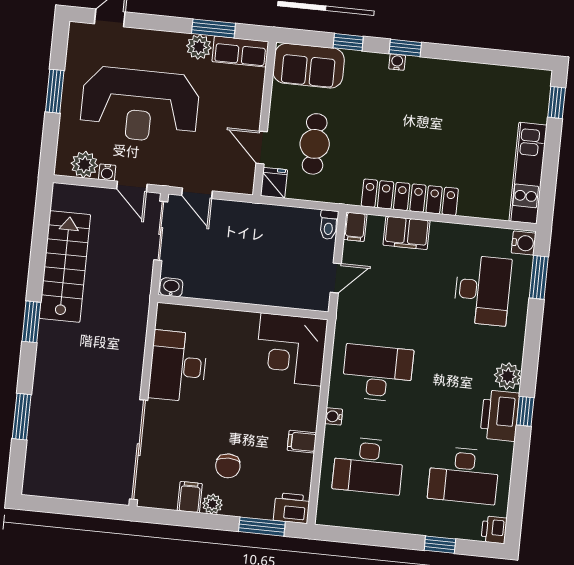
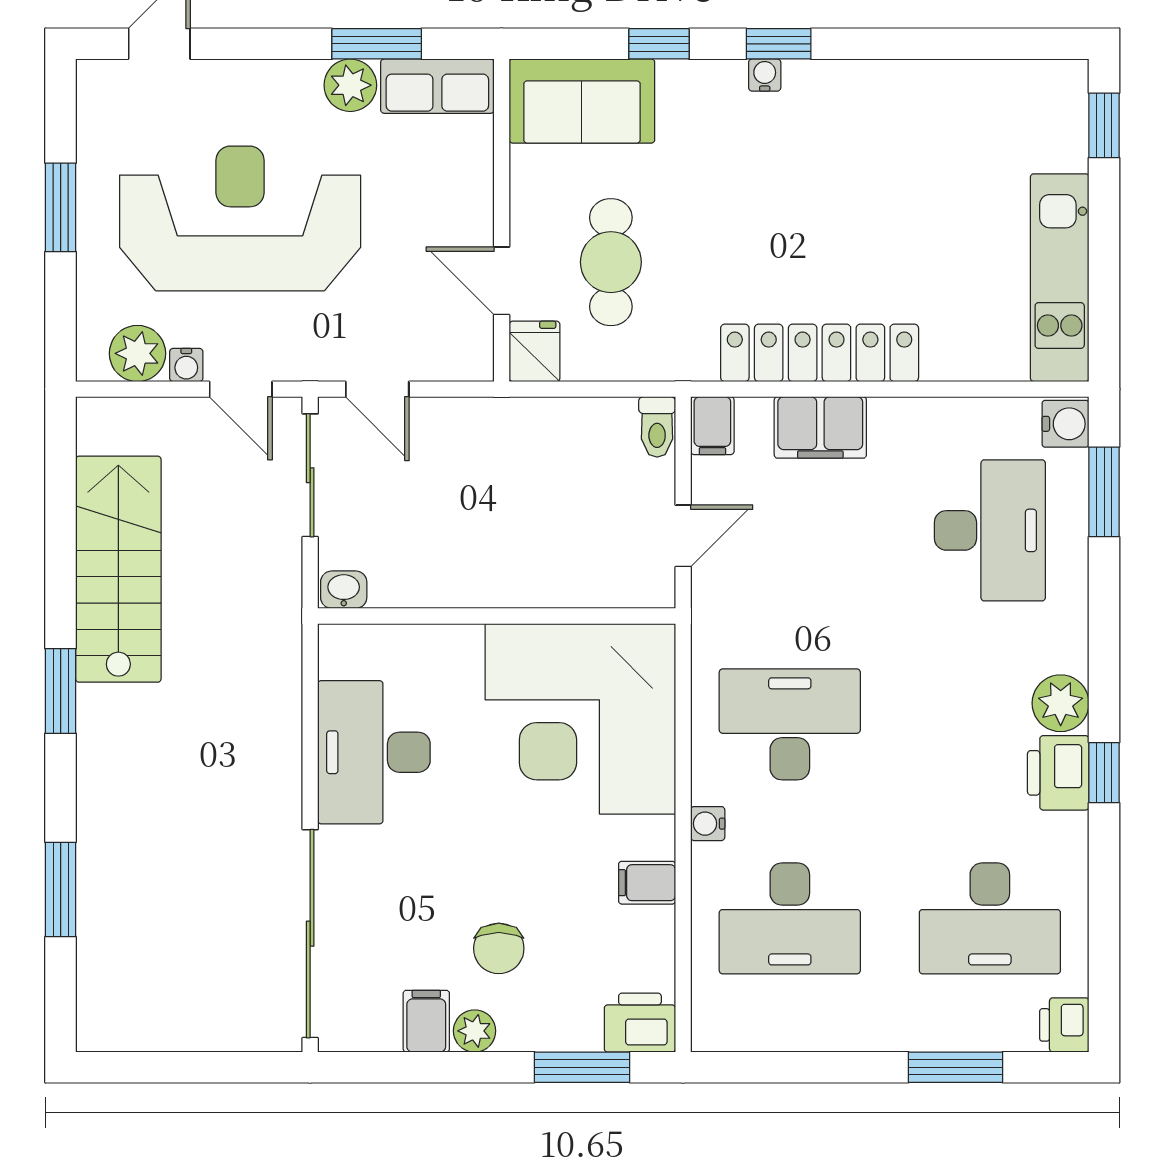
reception desk: (140, 105) -> (240, 218), turned 180
corner desk: (291, 349) -> (580, 719), width x1.36, depth x1.36
printer: (500, 416) -> (1058, 773), width x0.73, depth x0.84
window: (440, 545) -> (955, 1067), width x1.50

